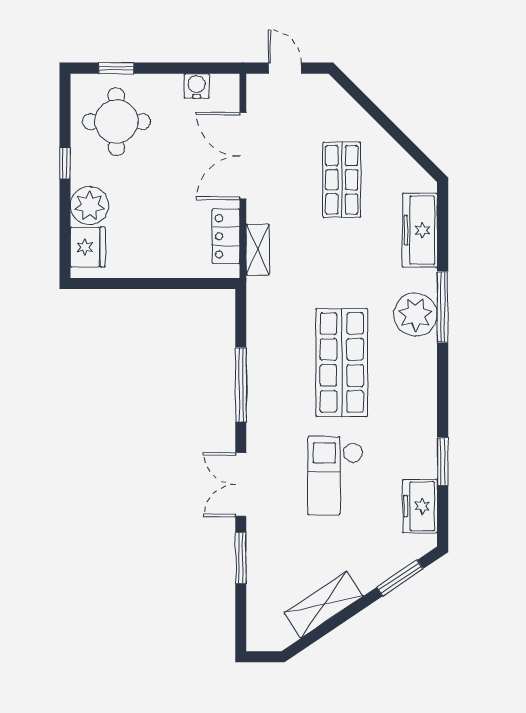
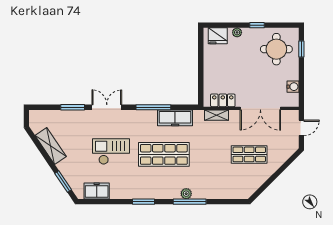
double door: (243, 156) -> (260, 108), swing flipped
plant: (90, 206) -> (237, 32), width x0.53, depth x0.53
freezer: (420, 230) -> (175, 118), moved, turned 180
plant: (416, 315) -> (186, 194), width x0.53, depth x0.53
window: (443, 461) -> (144, 202), moved

